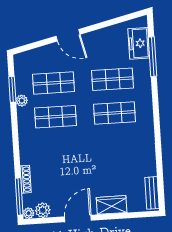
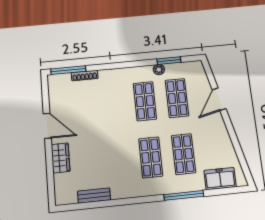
door: (68, 35) -> (219, 99), moved
window: (153, 57) -> (184, 195), moved
bench: (152, 193) -> (94, 196), moved
plant: (43, 210) -> (55, 92), removed
plant: (29, 213) -> (52, 79), removed

